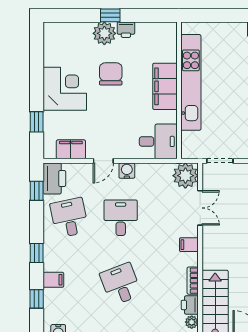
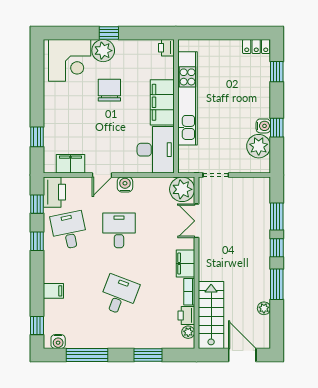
printer: (126, 30) -> (166, 48), moved, turned 90
corner desk: (65, 89) -> (70, 60), moved, turned 90
desk: (158, 141) -> (156, 150), width x1.37
double door: (200, 208) -> (196, 221), swing flipped
filing cabinet: (189, 245) -> (185, 263), width x2.00
window: (37, 253) -> (37, 241), moved
desk: (121, 284) -> (119, 295), turned 42
window: (37, 299) -> (37, 326), moved

